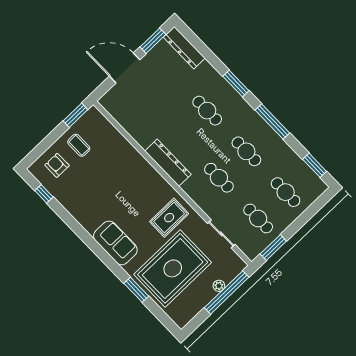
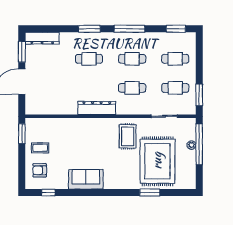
sofa: (115, 243) -> (86, 179), moved

